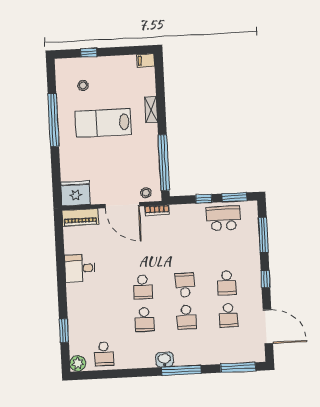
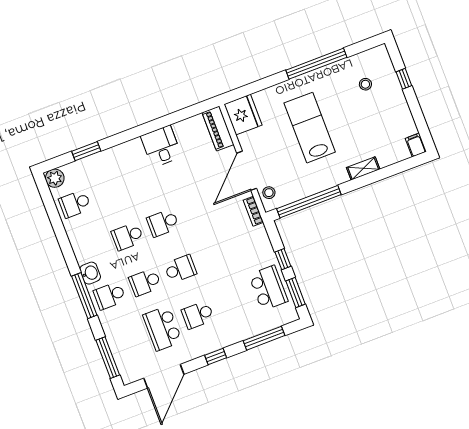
lab bench: (103, 123) -> (310, 128), moved
school desk: (228, 315) -> (162, 328), width x1.85
school desk: (188, 350) -> (110, 296), added

